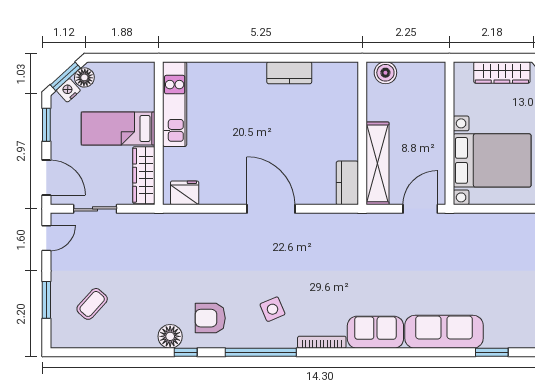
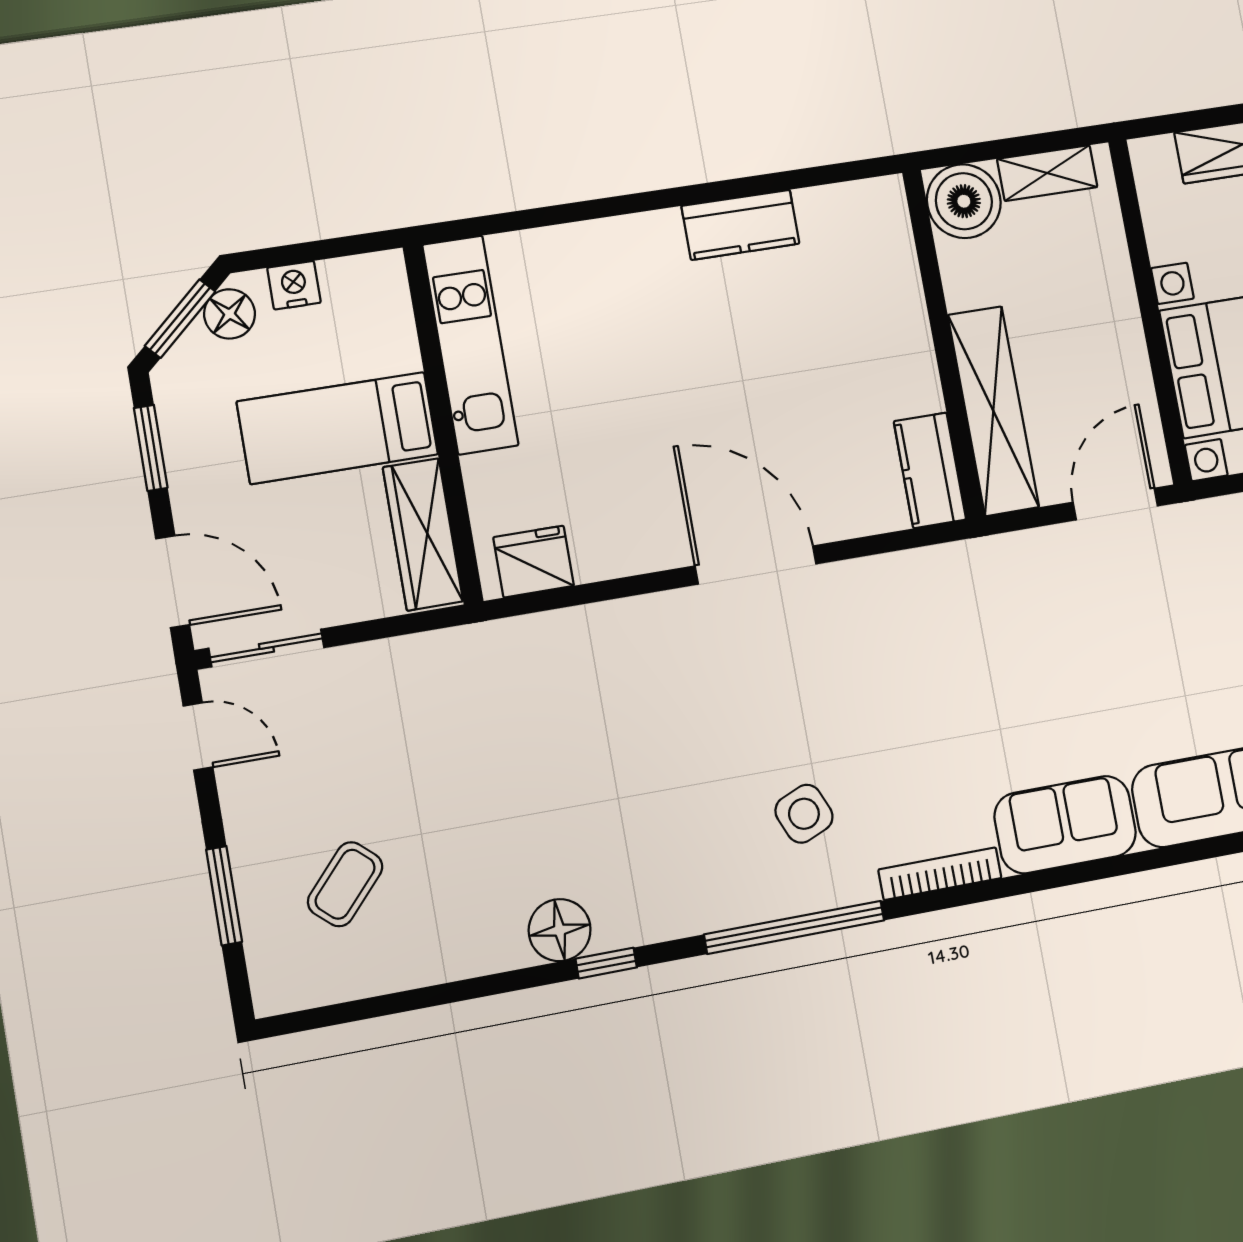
shelving: (418, 70) -> (1047, 173), added
boiler: (385, 73) -> (964, 201), width x1.37, depth x1.37
nightstand: (68, 90) -> (294, 285), moved, turned 42
sliding door: (95, 209) -> (266, 648), moved
door: (46, 238) -> (198, 736), hinge flipped
armchair: (210, 318) -> (653, 865), removed

